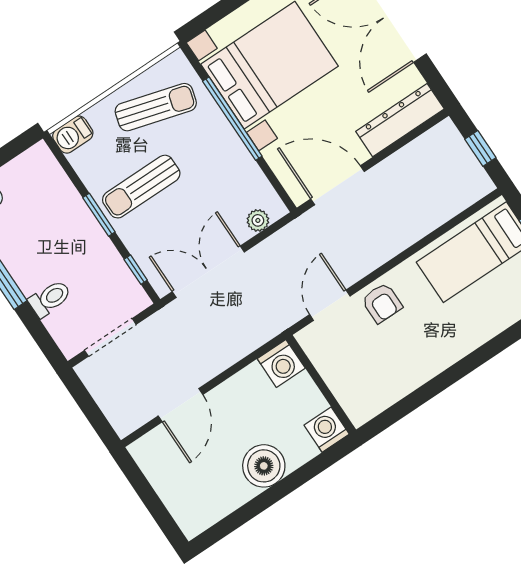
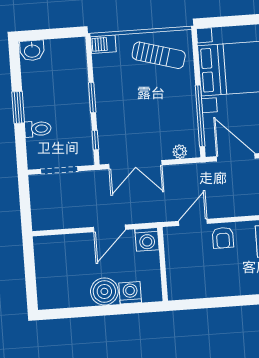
window: (232, 119) -> (200, 116), moved
sun lounger: (141, 187) -> (125, 95), removed
double door: (208, 272) -> (135, 165), swing flipped
door: (181, 405) -> (109, 228), moved
washing machine: (327, 430) -> (130, 293), moved

